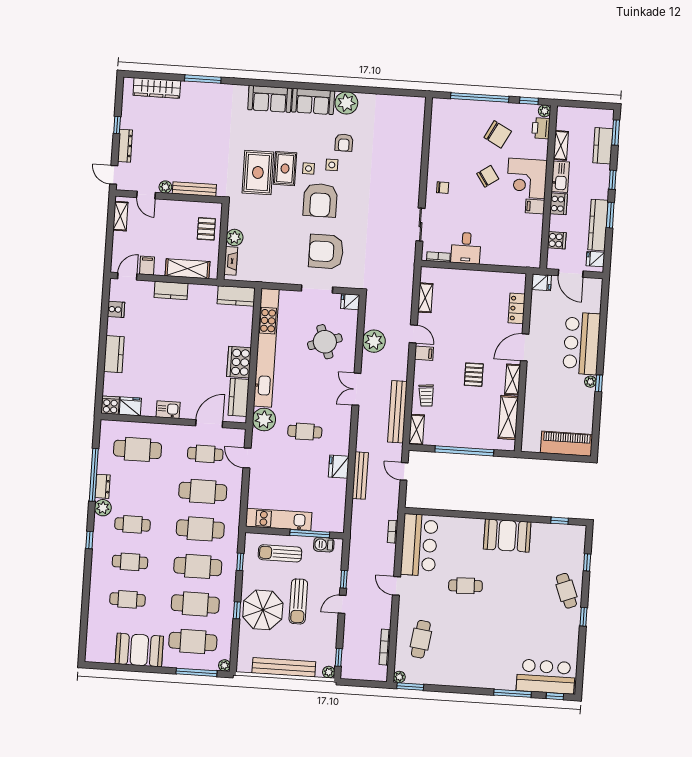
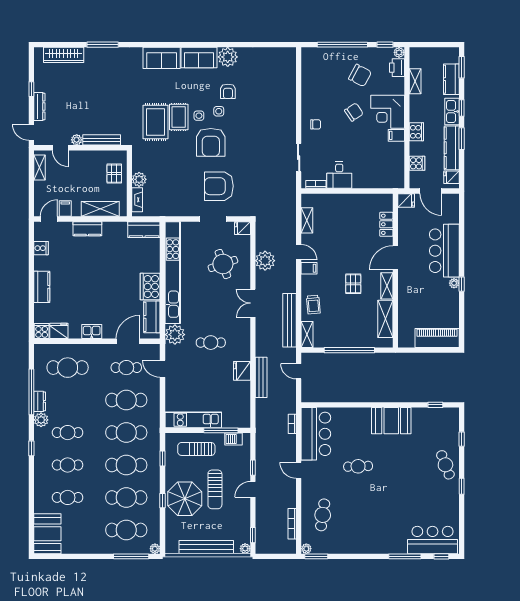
kitchen sink: (560, 177) -> (452, 111), moved, turned 180
booth: (139, 650) -> (47, 534), moved, turned 90

